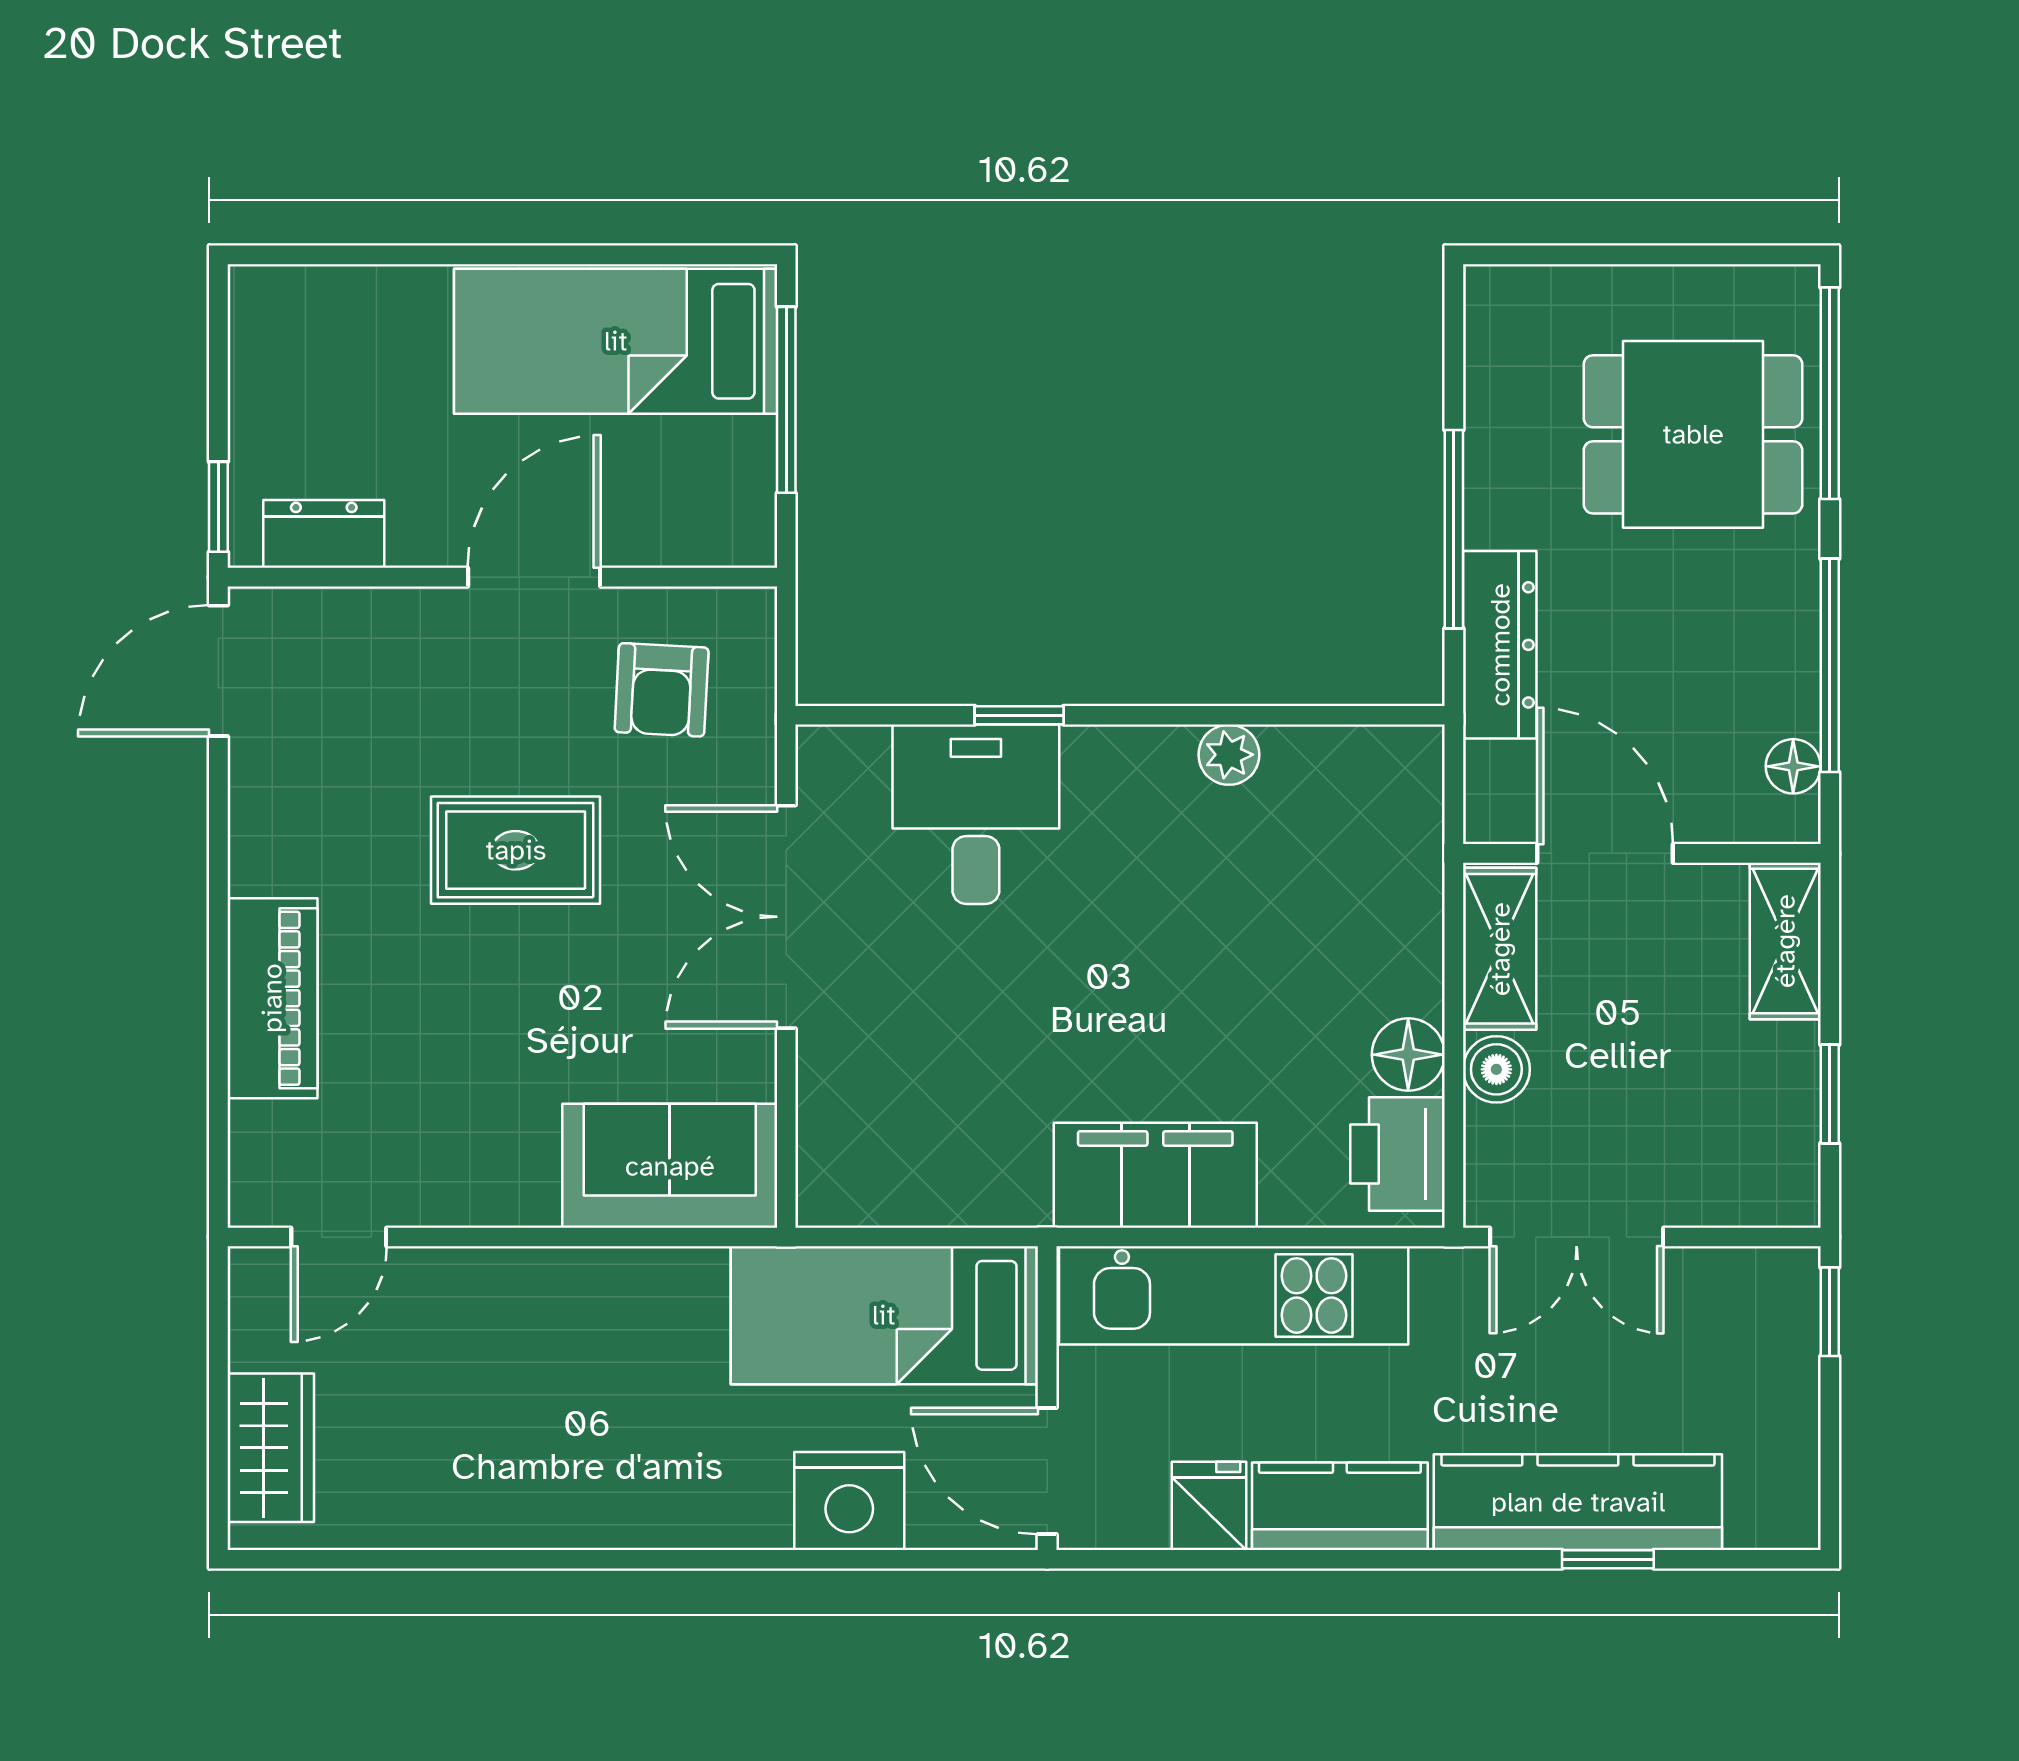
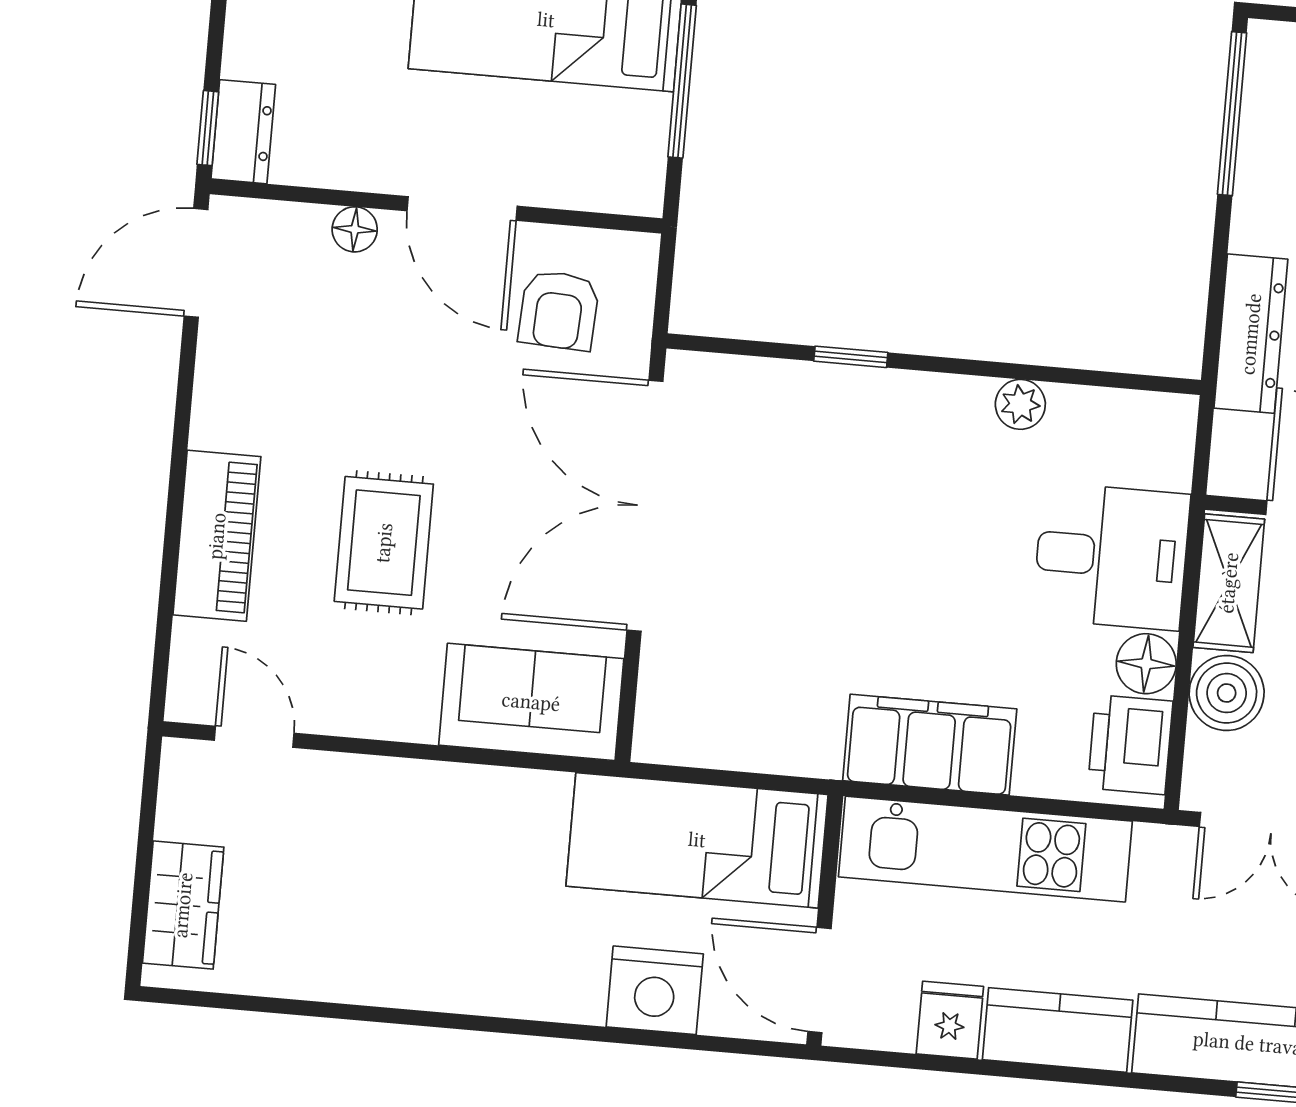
window: (1454, 529) -> (1232, 114), moved
dresser: (324, 534) -> (243, 132), moved, turned 90
door: (534, 577) -> (462, 208), swing flipped
floor lamp: (407, 614) -> (355, 229), added
desk: (976, 814) -> (1111, 556), moved, turned 90
rug: (516, 850) -> (384, 543), moved, turned 90
double door: (786, 917) -> (645, 506), width x1.36
boiler: (1496, 1069) -> (1227, 693), width x1.36, depth x1.36
door: (339, 1237) -> (254, 737), swing flipped

